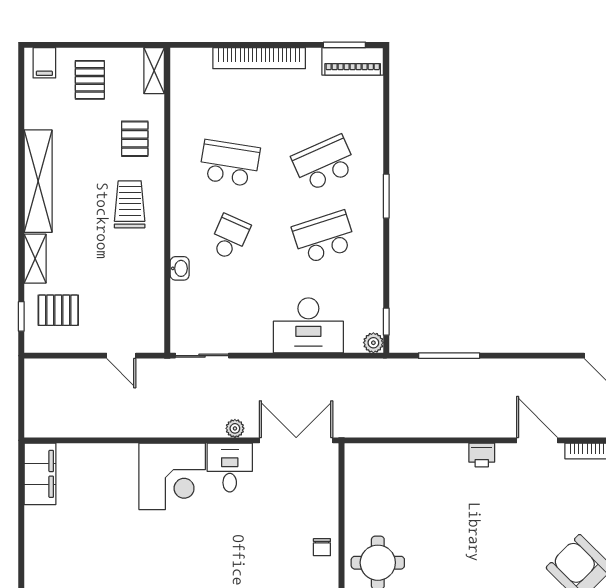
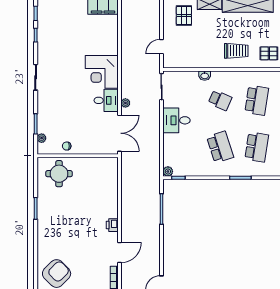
school desk: (324, 163) -> (257, 147), turned 33
desk: (308, 325) -> (176, 120), moved, width x0.73

